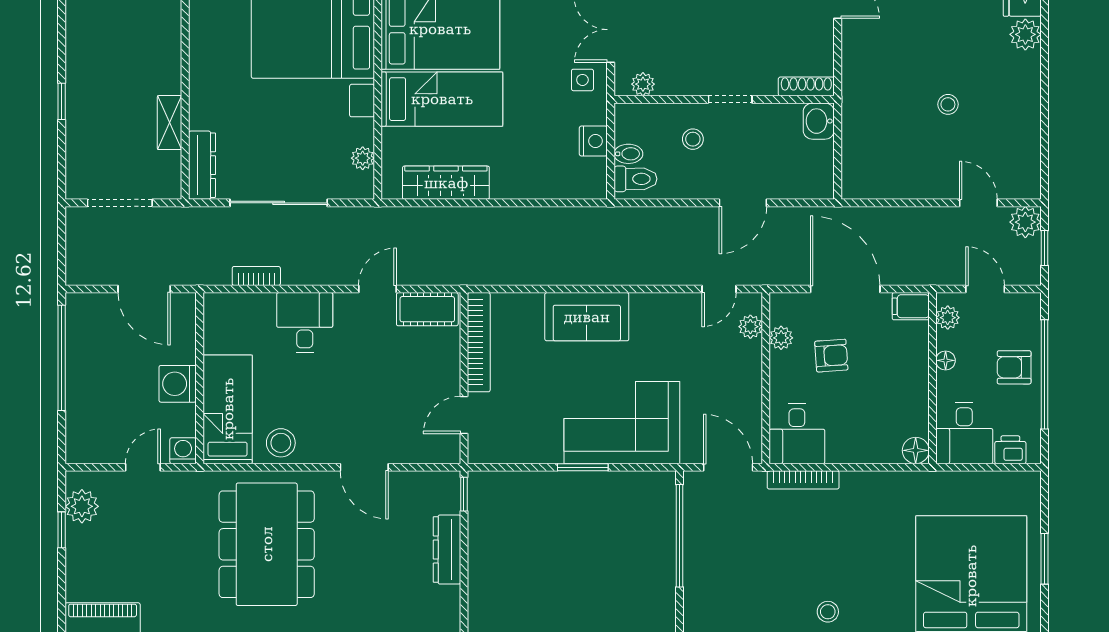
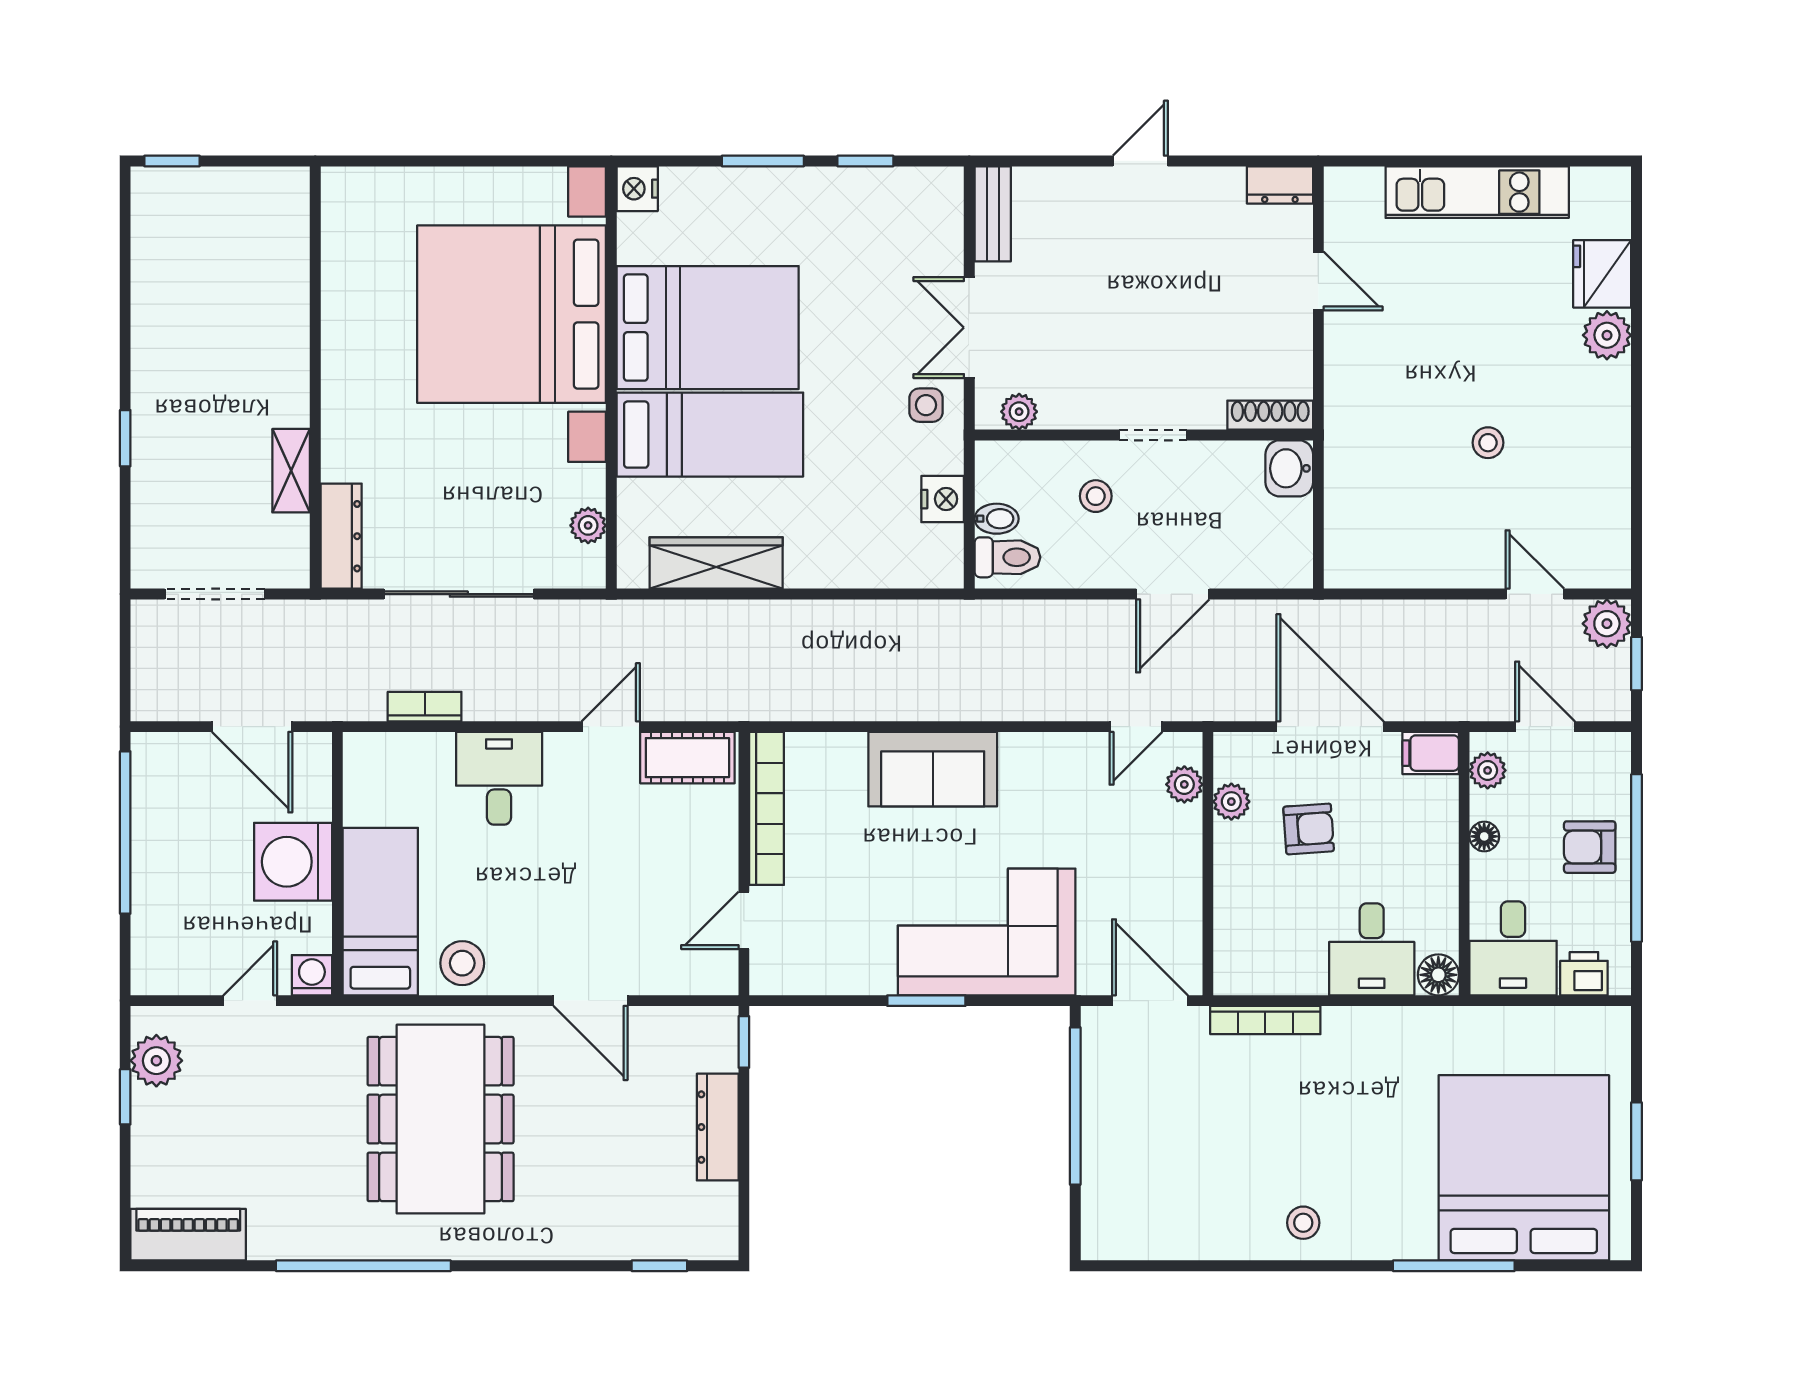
washing machine: (178, 384) -> (293, 862), width x1.37, depth x1.37
desk: (797, 434) -> (1372, 949), moved

